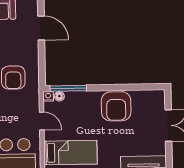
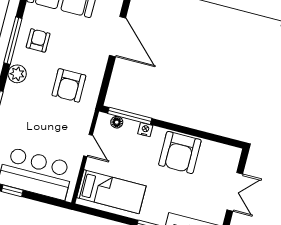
door: (41, 28) -> (118, 37), width x1.36
nightstand: (48, 96) -> (145, 130), moved

